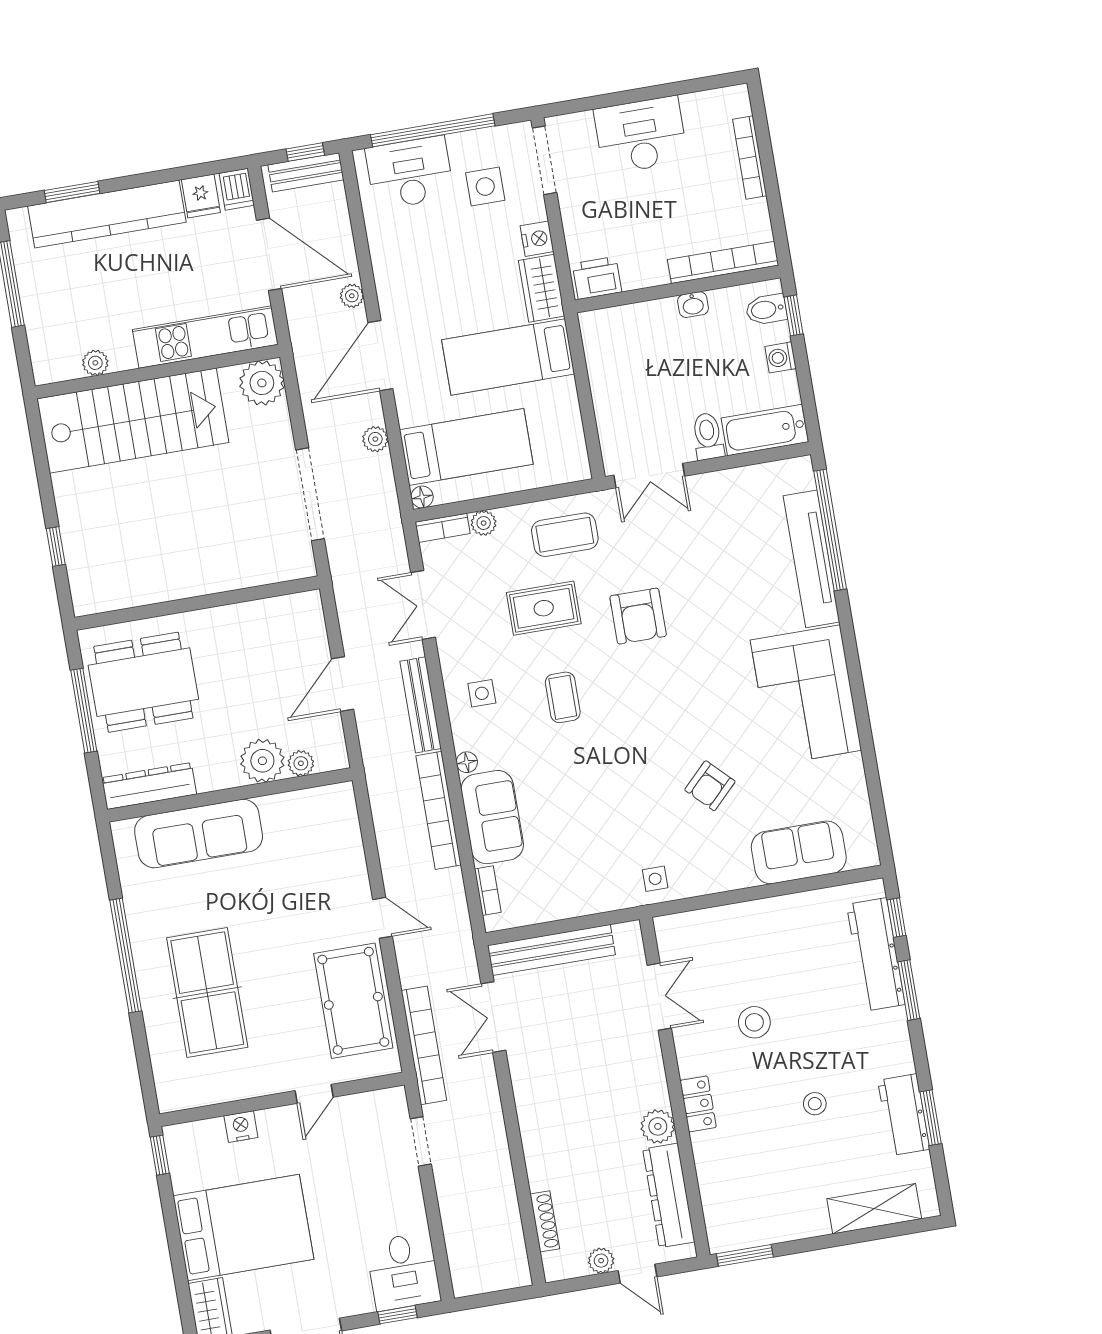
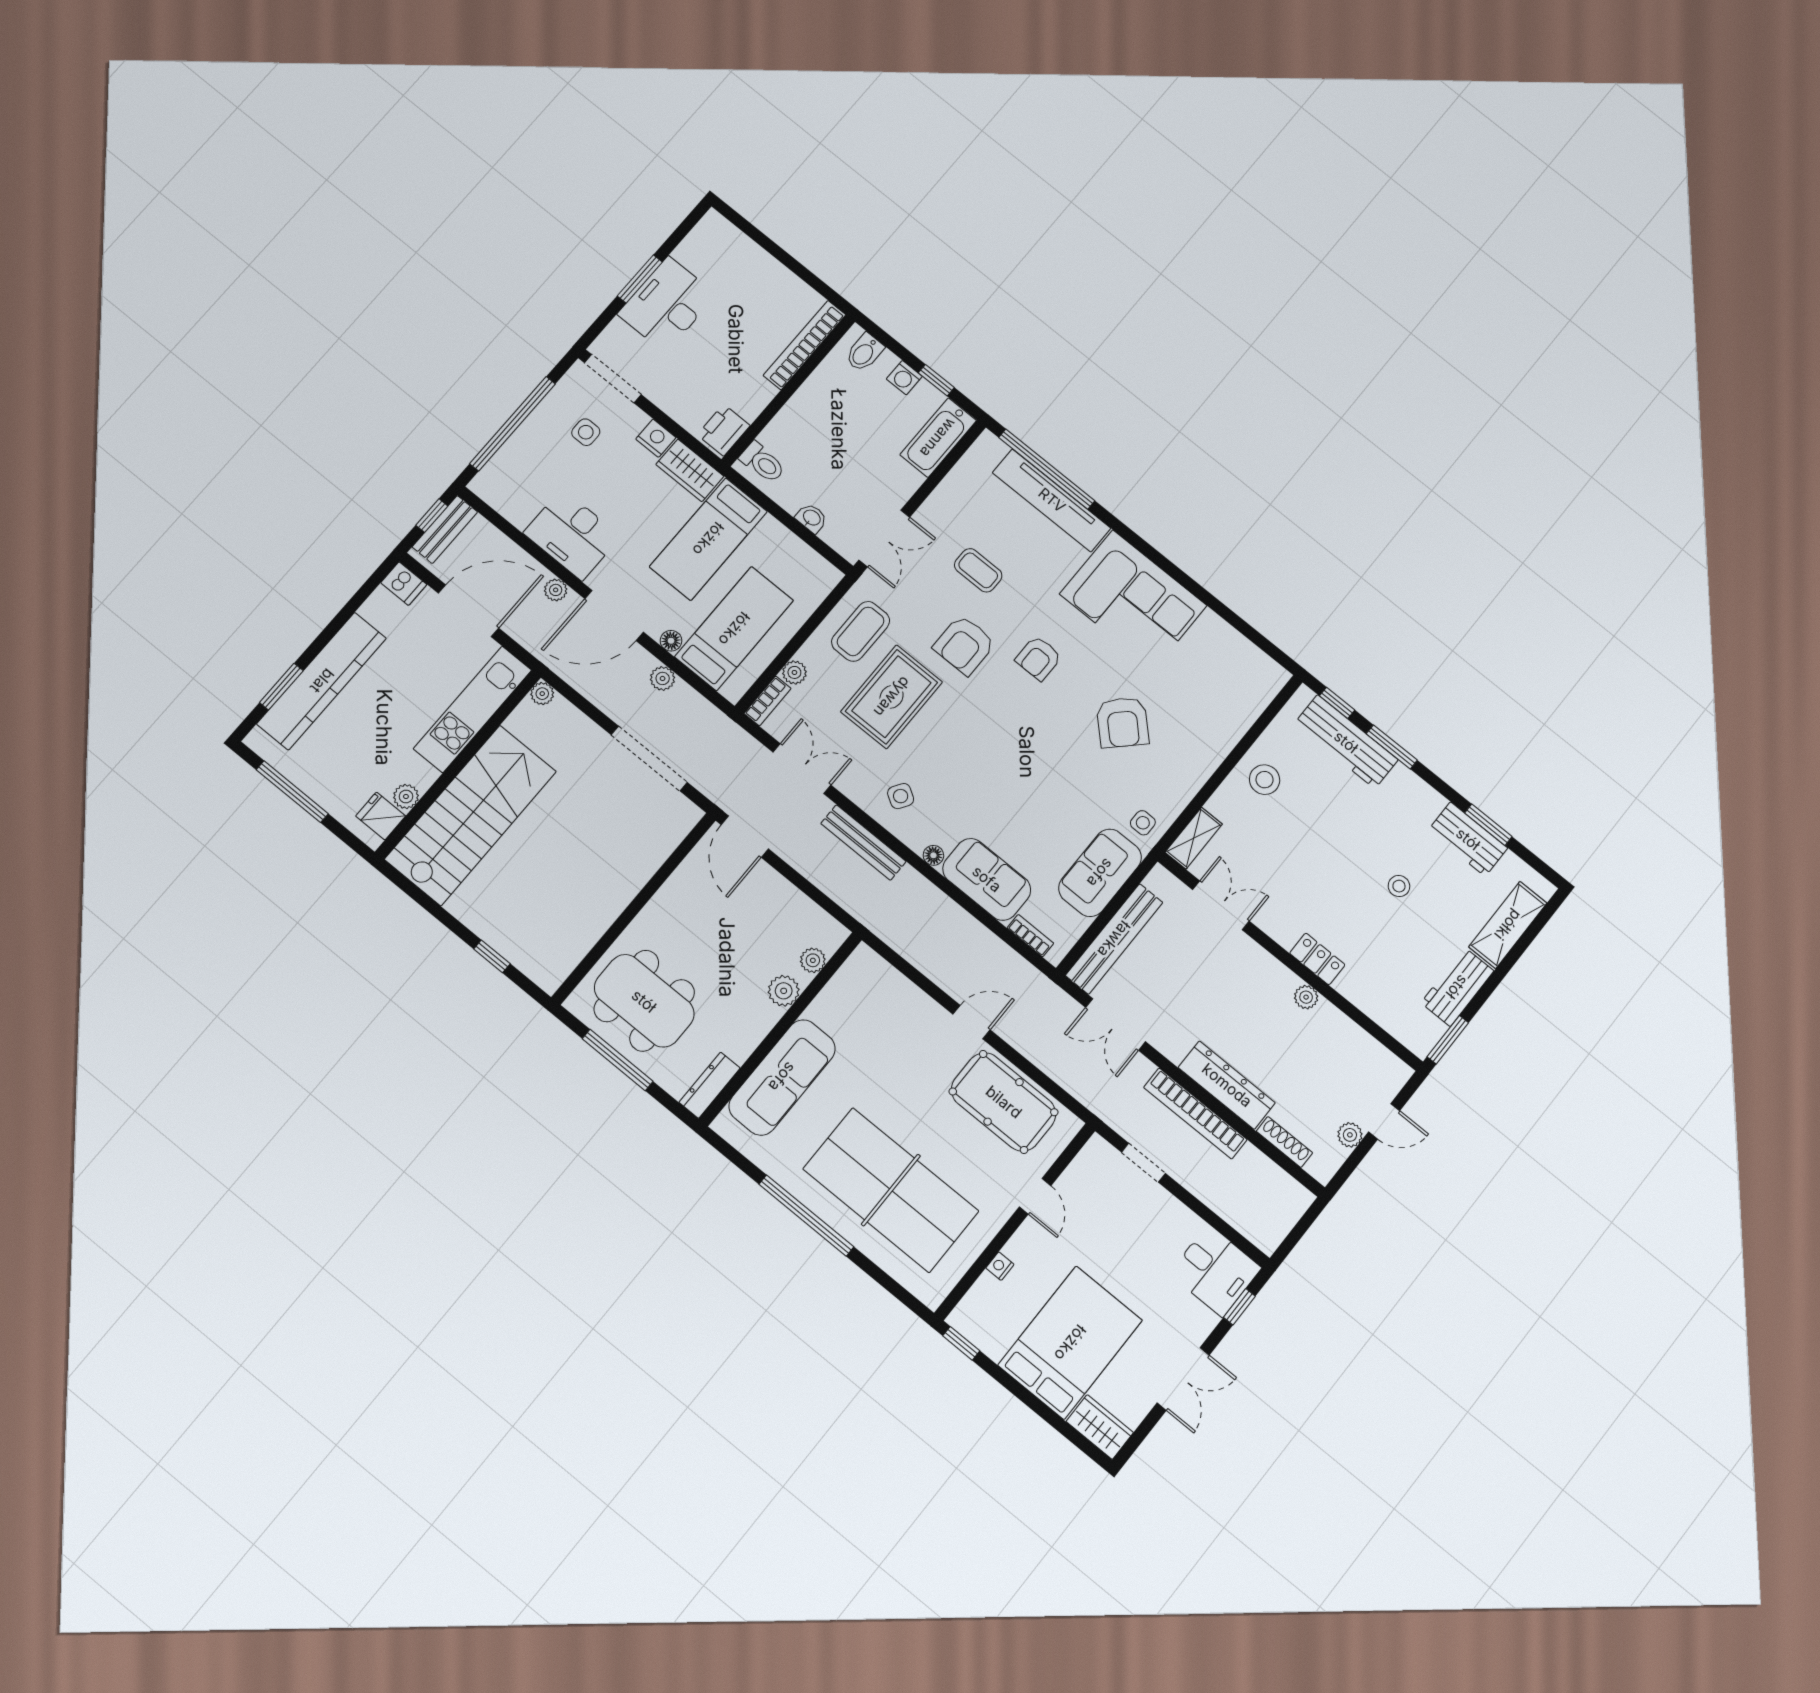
window: (637, 95) -> (640, 279), added
bookcase: (750, 158) -> (759, 257), removed
desk: (410, 173) -> (572, 535), moved, turned -90
side table: (485, 187) -> (586, 432), width x0.73, depth x0.73
fridge: (201, 196) -> (381, 816), moved, turned 180
washbasin: (693, 305) -> (811, 518), moved, turned -90
window: (793, 315) -> (936, 380), moved
door: (380, 356) -> (614, 615), hinge flipped
plant: (262, 383) -> (542, 694), width x0.53, depth x0.53
toilet: (708, 436) -> (762, 462), moved, turned 180
floor lamp: (422, 497) -> (671, 641), moved
double door: (423, 605) -> (802, 769), swing flipped
rug: (544, 608) -> (892, 697), width x1.36, depth x1.43
armchair: (638, 616) -> (964, 645), turned 90
armchair: (688, 677) -> (1039, 658), added
dining table: (143, 682) -> (644, 1001), turned 90
door: (343, 684) -> (745, 837), moved
side table: (482, 693) -> (901, 796), turned 32
coffee table: (563, 697) -> (978, 570), moved
plant: (262, 761) -> (784, 991), width x0.73, depth x0.73
dresser: (149, 786) -> (710, 1085), width x0.73, depth x0.80
armchair: (710, 786) -> (1123, 722), width x1.38, depth x1.38
bookcase: (439, 810) -> (944, 908), removed
sofa: (799, 852) -> (1100, 873), moved
shelving: (685, 926) -> (1194, 838), added
table tennis table: (207, 993) -> (891, 1190), width x1.36, depth x1.32
stool: (754, 1022) -> (1265, 780), moved
bookcase: (424, 1045) -> (1195, 1114), moved, turned 180
plant: (658, 1126) -> (1306, 997), width x0.73, depth x0.73
nightstand: (241, 1127) -> (1000, 1266), width x0.72, depth x0.74
dresser: (669, 1195) -> (1227, 1085), moved, turned 180
workbench: (790, 1222) -> (1457, 987), added

